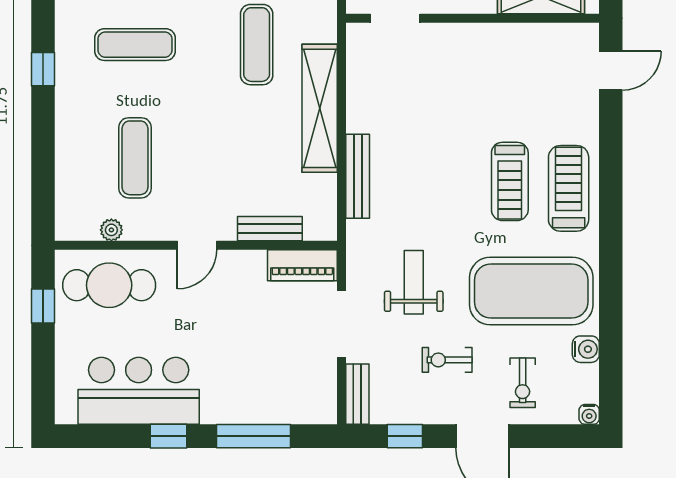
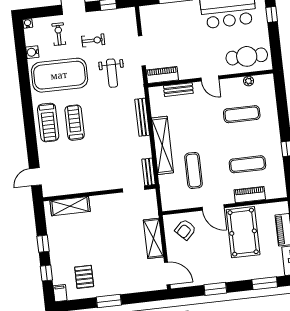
exercise mat: (135, 158) -> (242, 114), turned 90
door: (197, 245) -> (210, 79), swing flipped
window: (43, 306) -> (272, 14), moved
bench: (357, 394) -> (149, 172), moved

